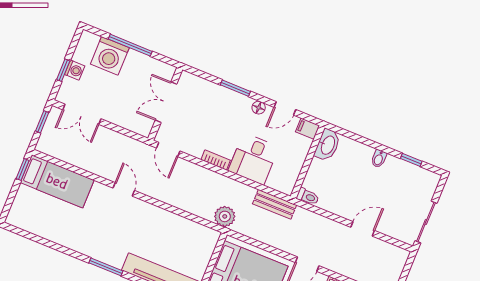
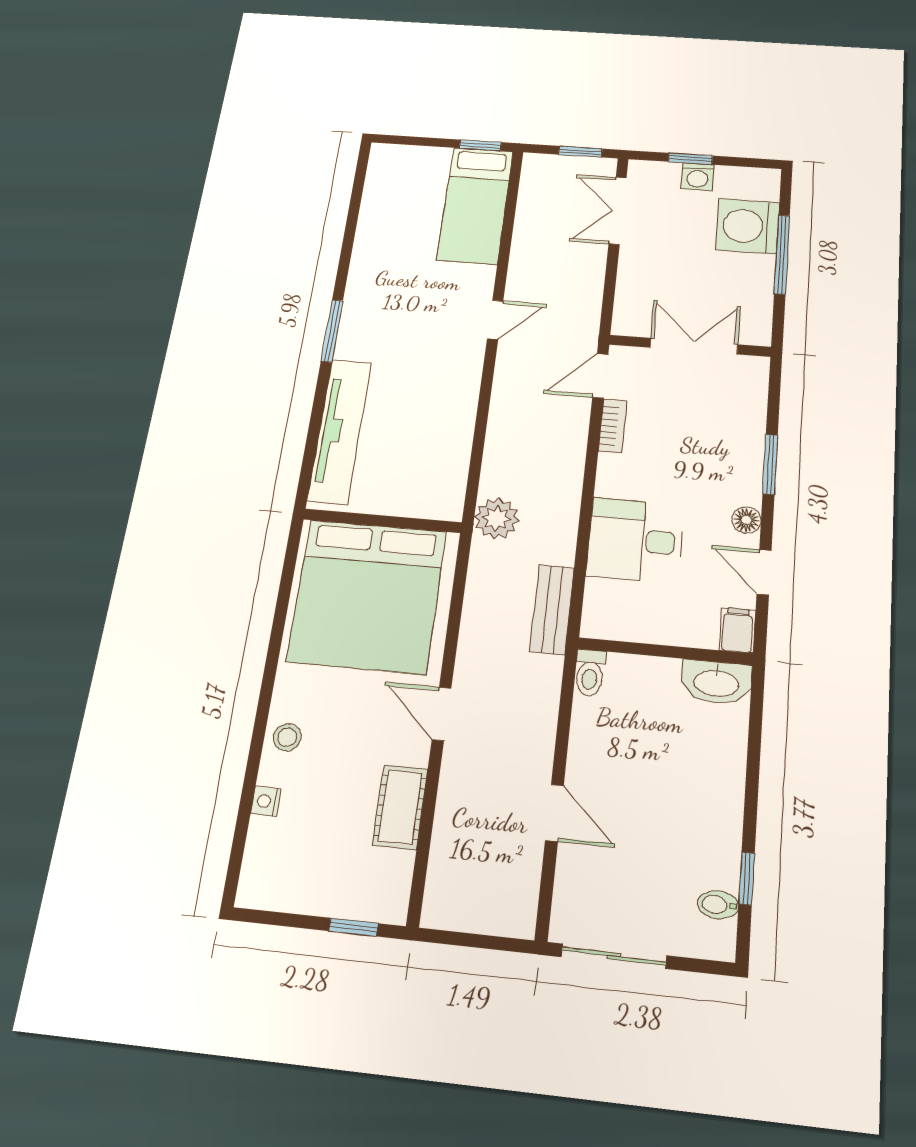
bidet: (379, 159) -> (718, 905), moved
bookcase: (216, 160) -> (613, 426), moved

